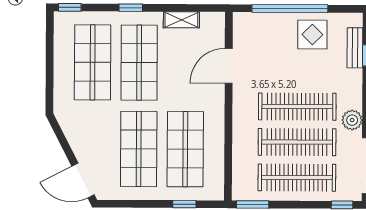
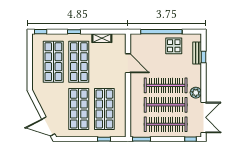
door: (229, 66) -> (128, 63), swing flipped

